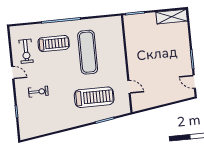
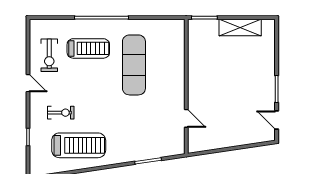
shelving: (172, 17) -> (240, 27), moved
treadmill: (94, 97) -> (79, 145), moved

